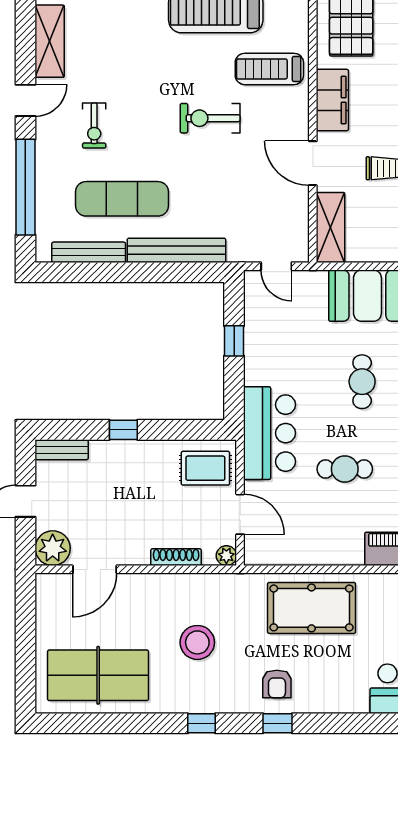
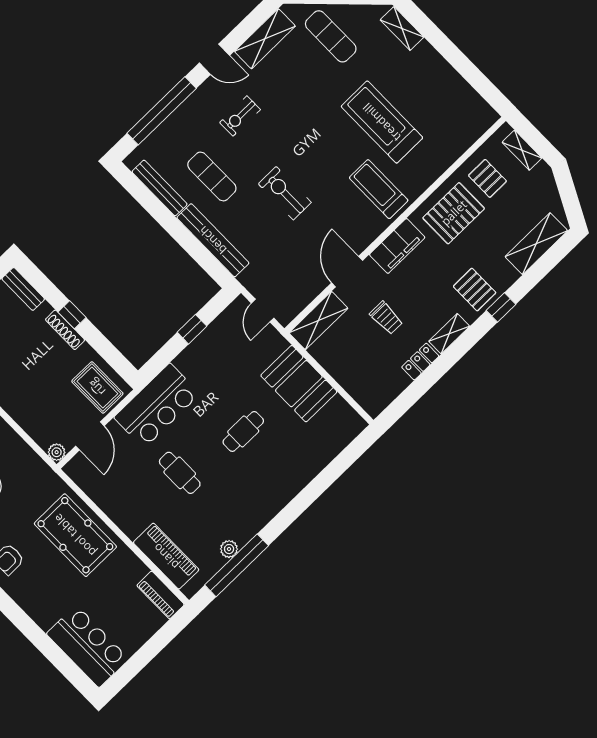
exercise bike: (210, 118) -> (285, 193), moved
exercise mat: (122, 199) -> (212, 176), width x0.73, depth x0.69
shoe rack: (176, 557) -> (65, 330), moved, turned 180

